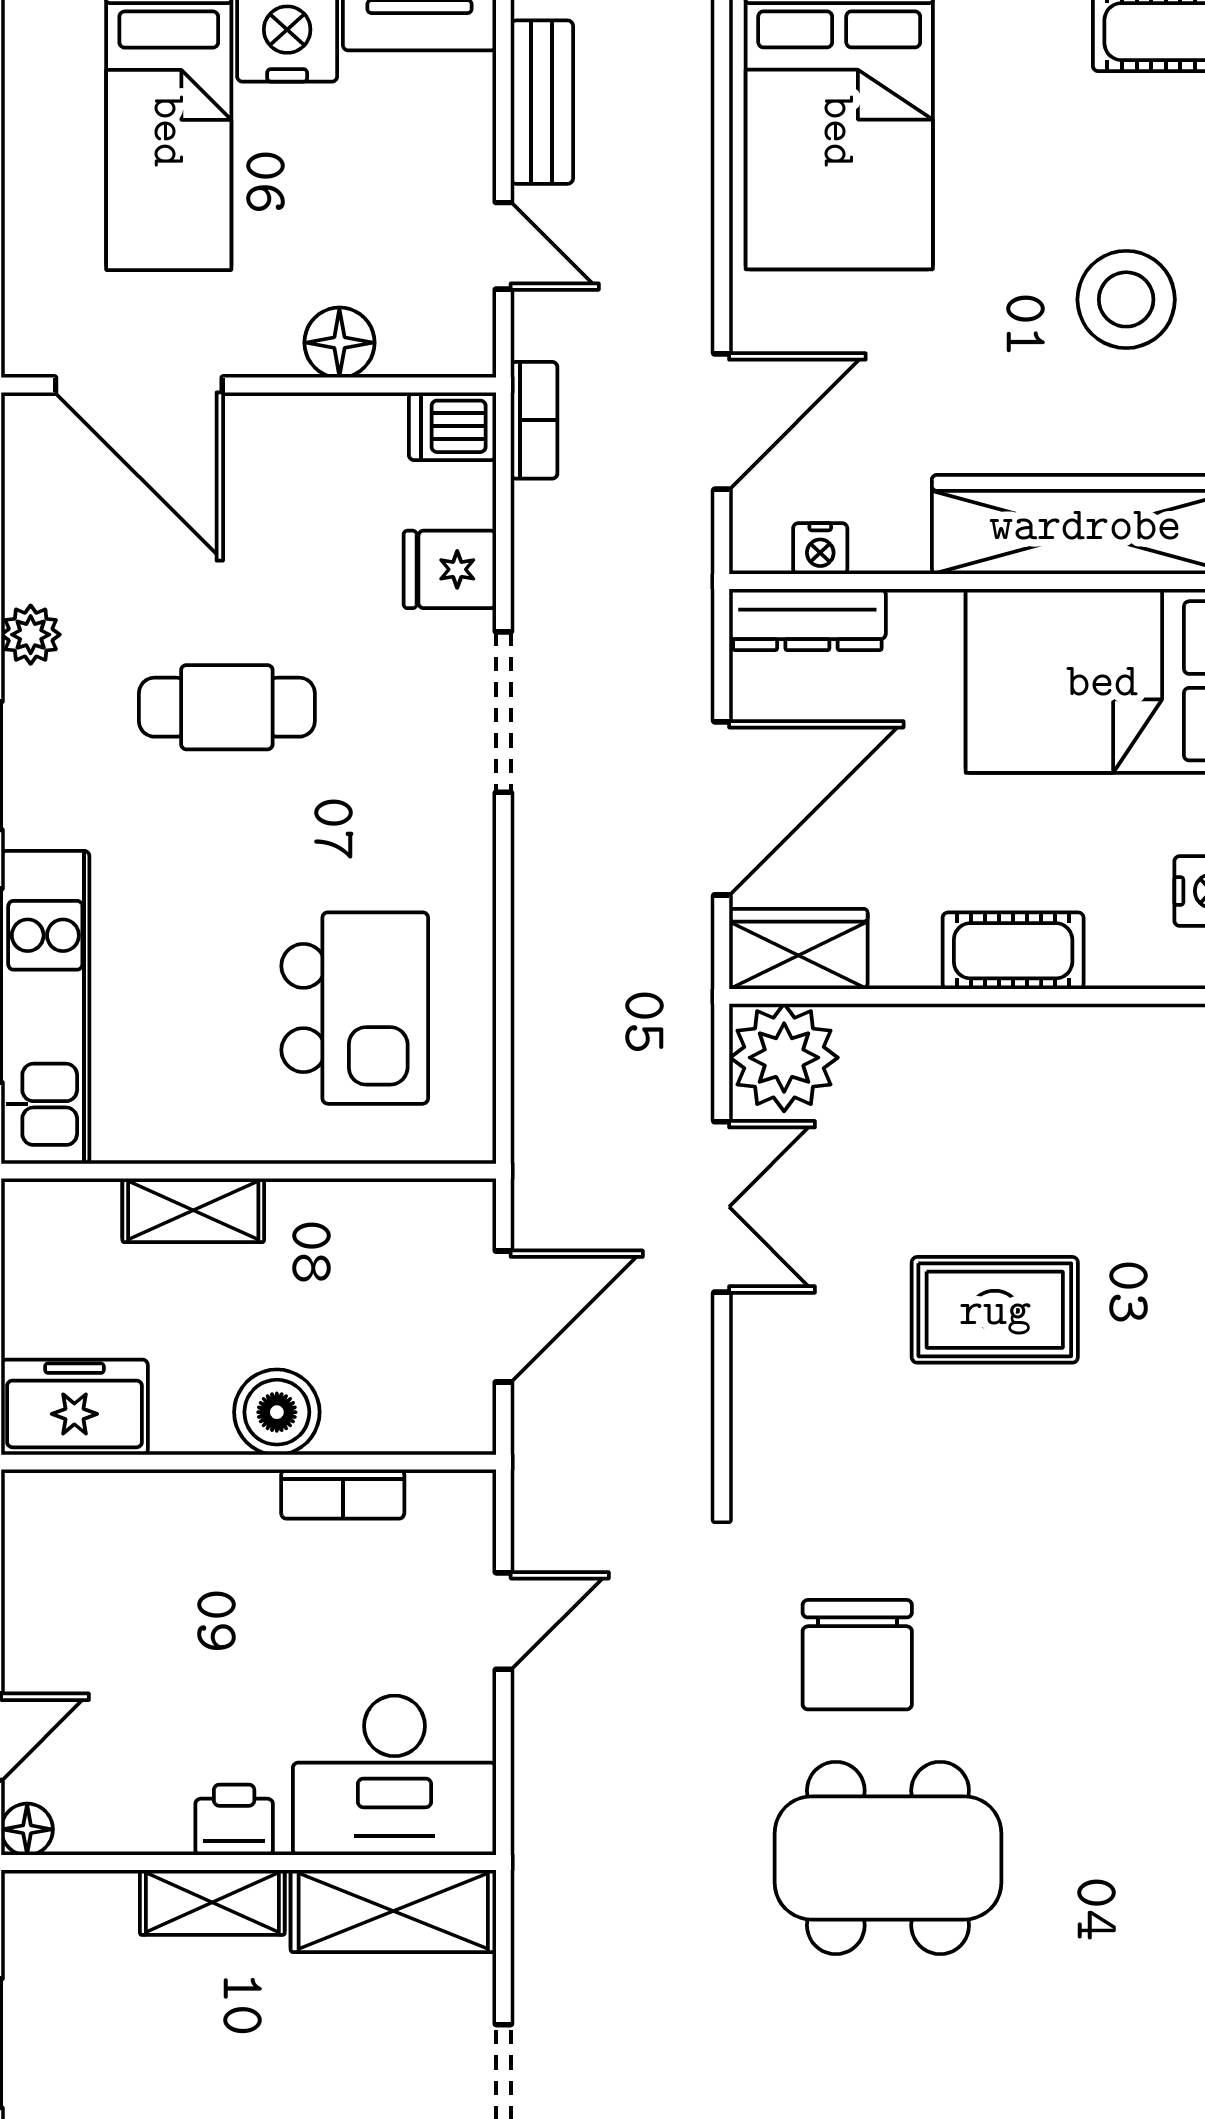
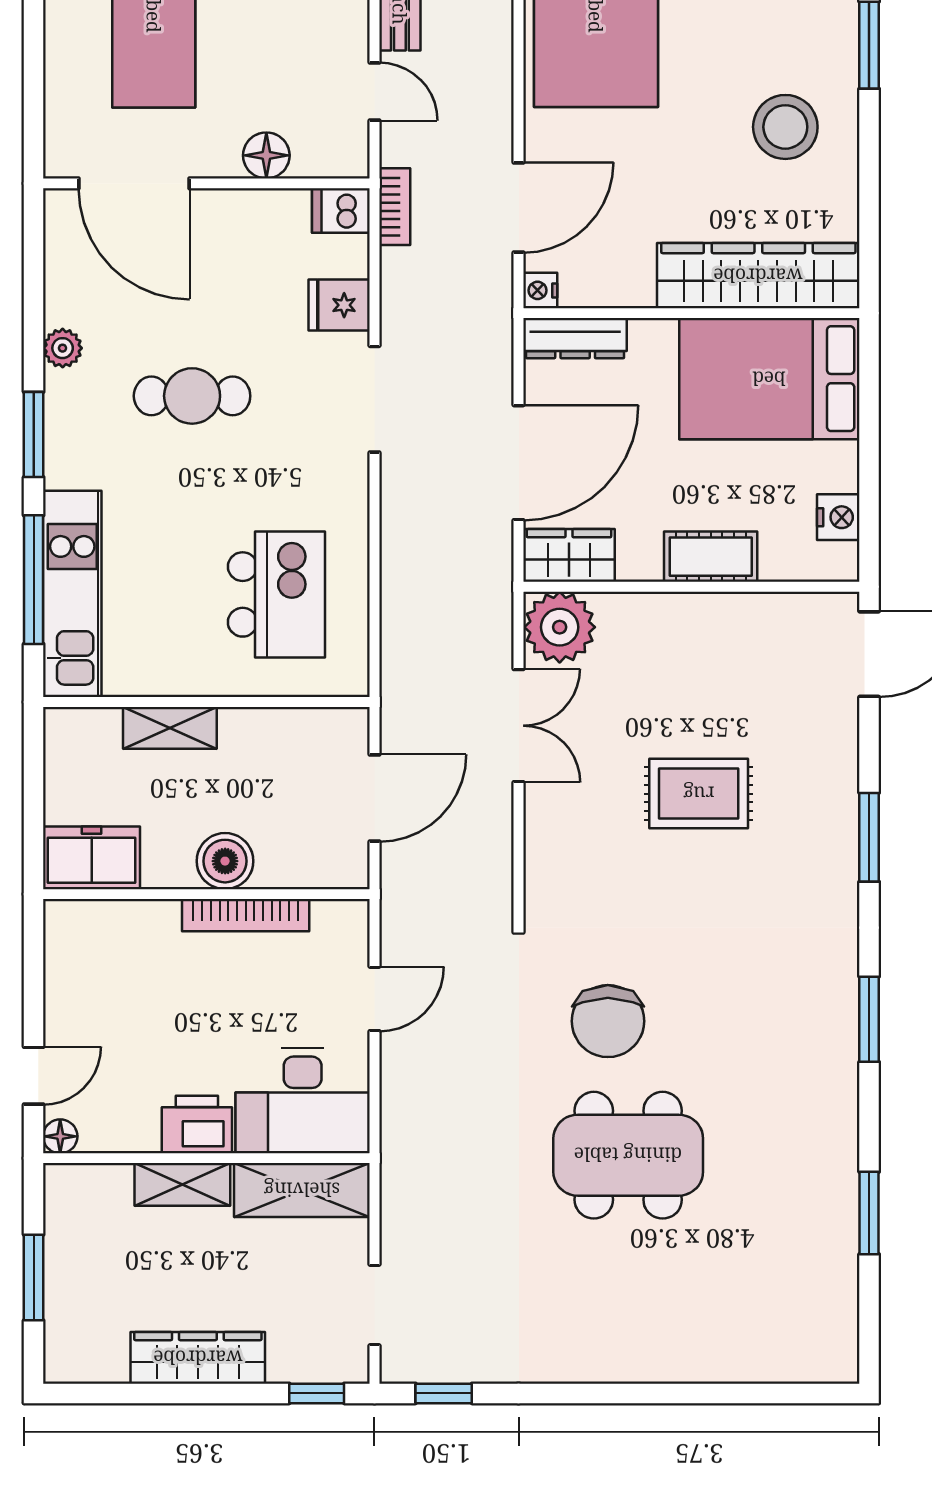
nightstand: (820, 549) -> (540, 290), moved, turned 90
bookcase: (343, 1494) -> (246, 915), width x1.56
printer: (234, 1820) -> (197, 1125), width x1.36, depth x1.24

